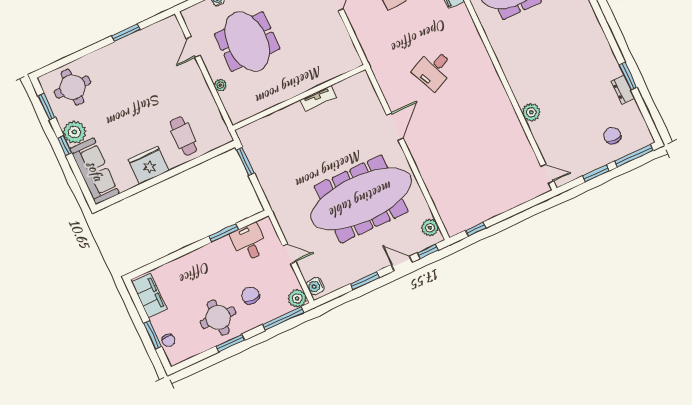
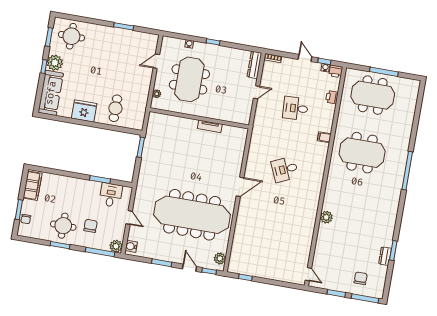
wall: (299, 98) -> (199, 118), moved
tv unit: (318, 98) -> (210, 126), moved
plant: (531, 112) -> (326, 217), moved

